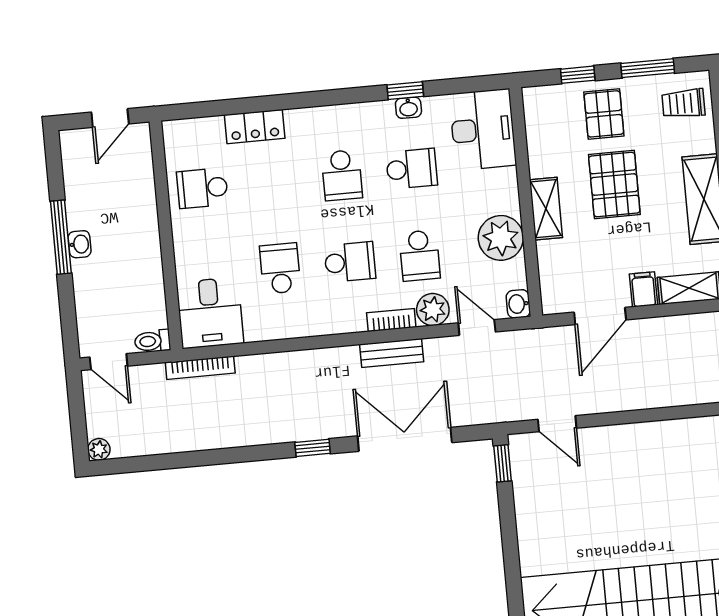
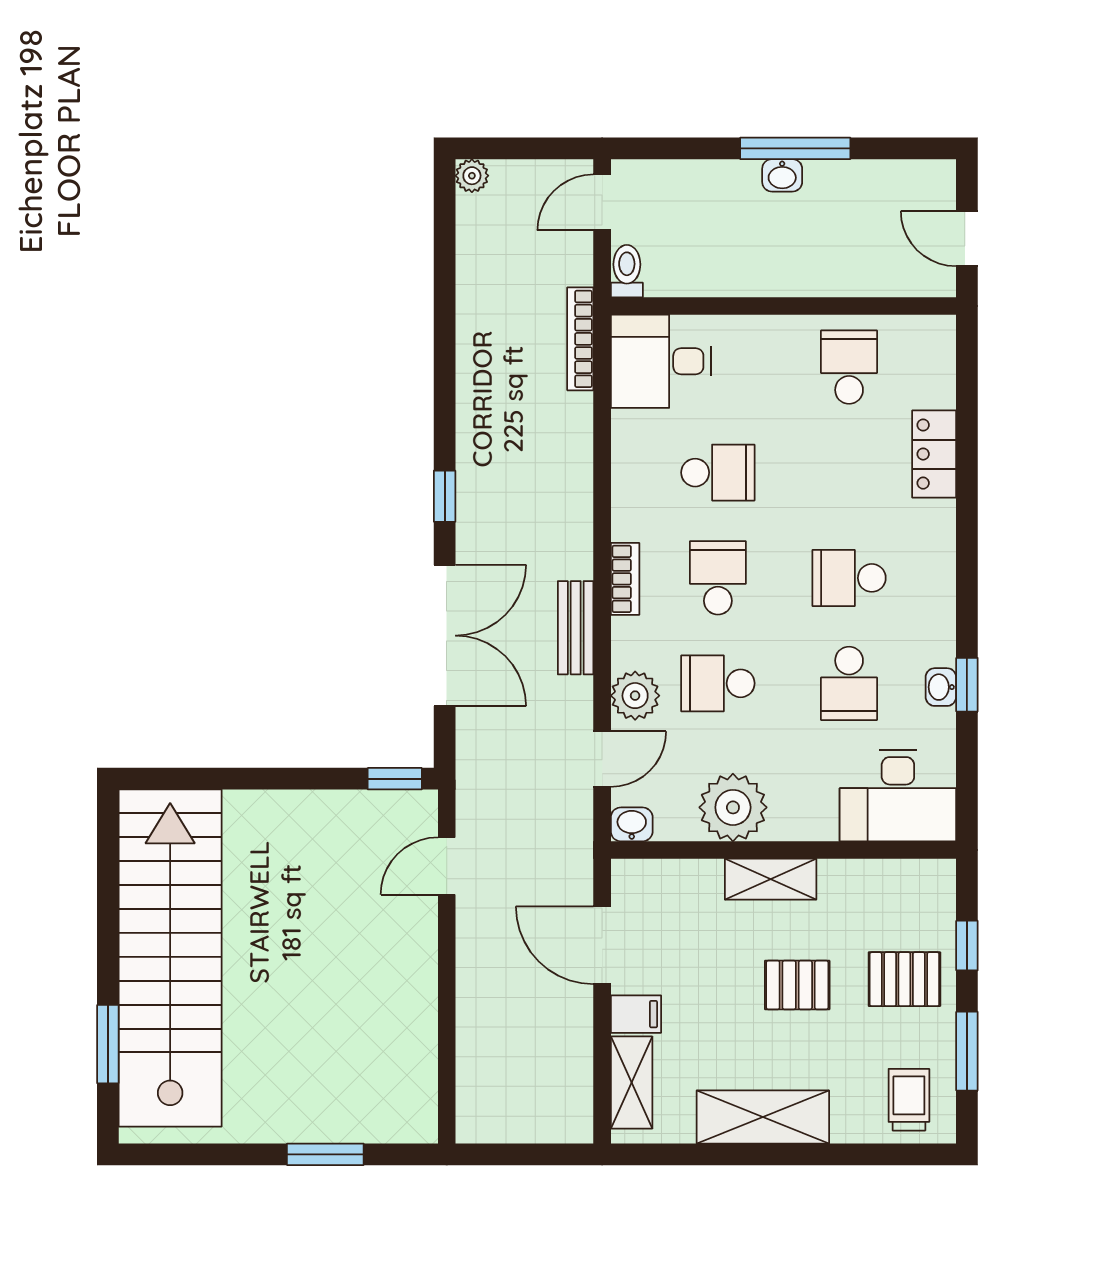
pallet: (614, 185) -> (797, 985), width x0.67, depth x0.71
school desk: (350, 262) -> (718, 578), turned 180
bookcase: (391, 320) -> (625, 579), moved

